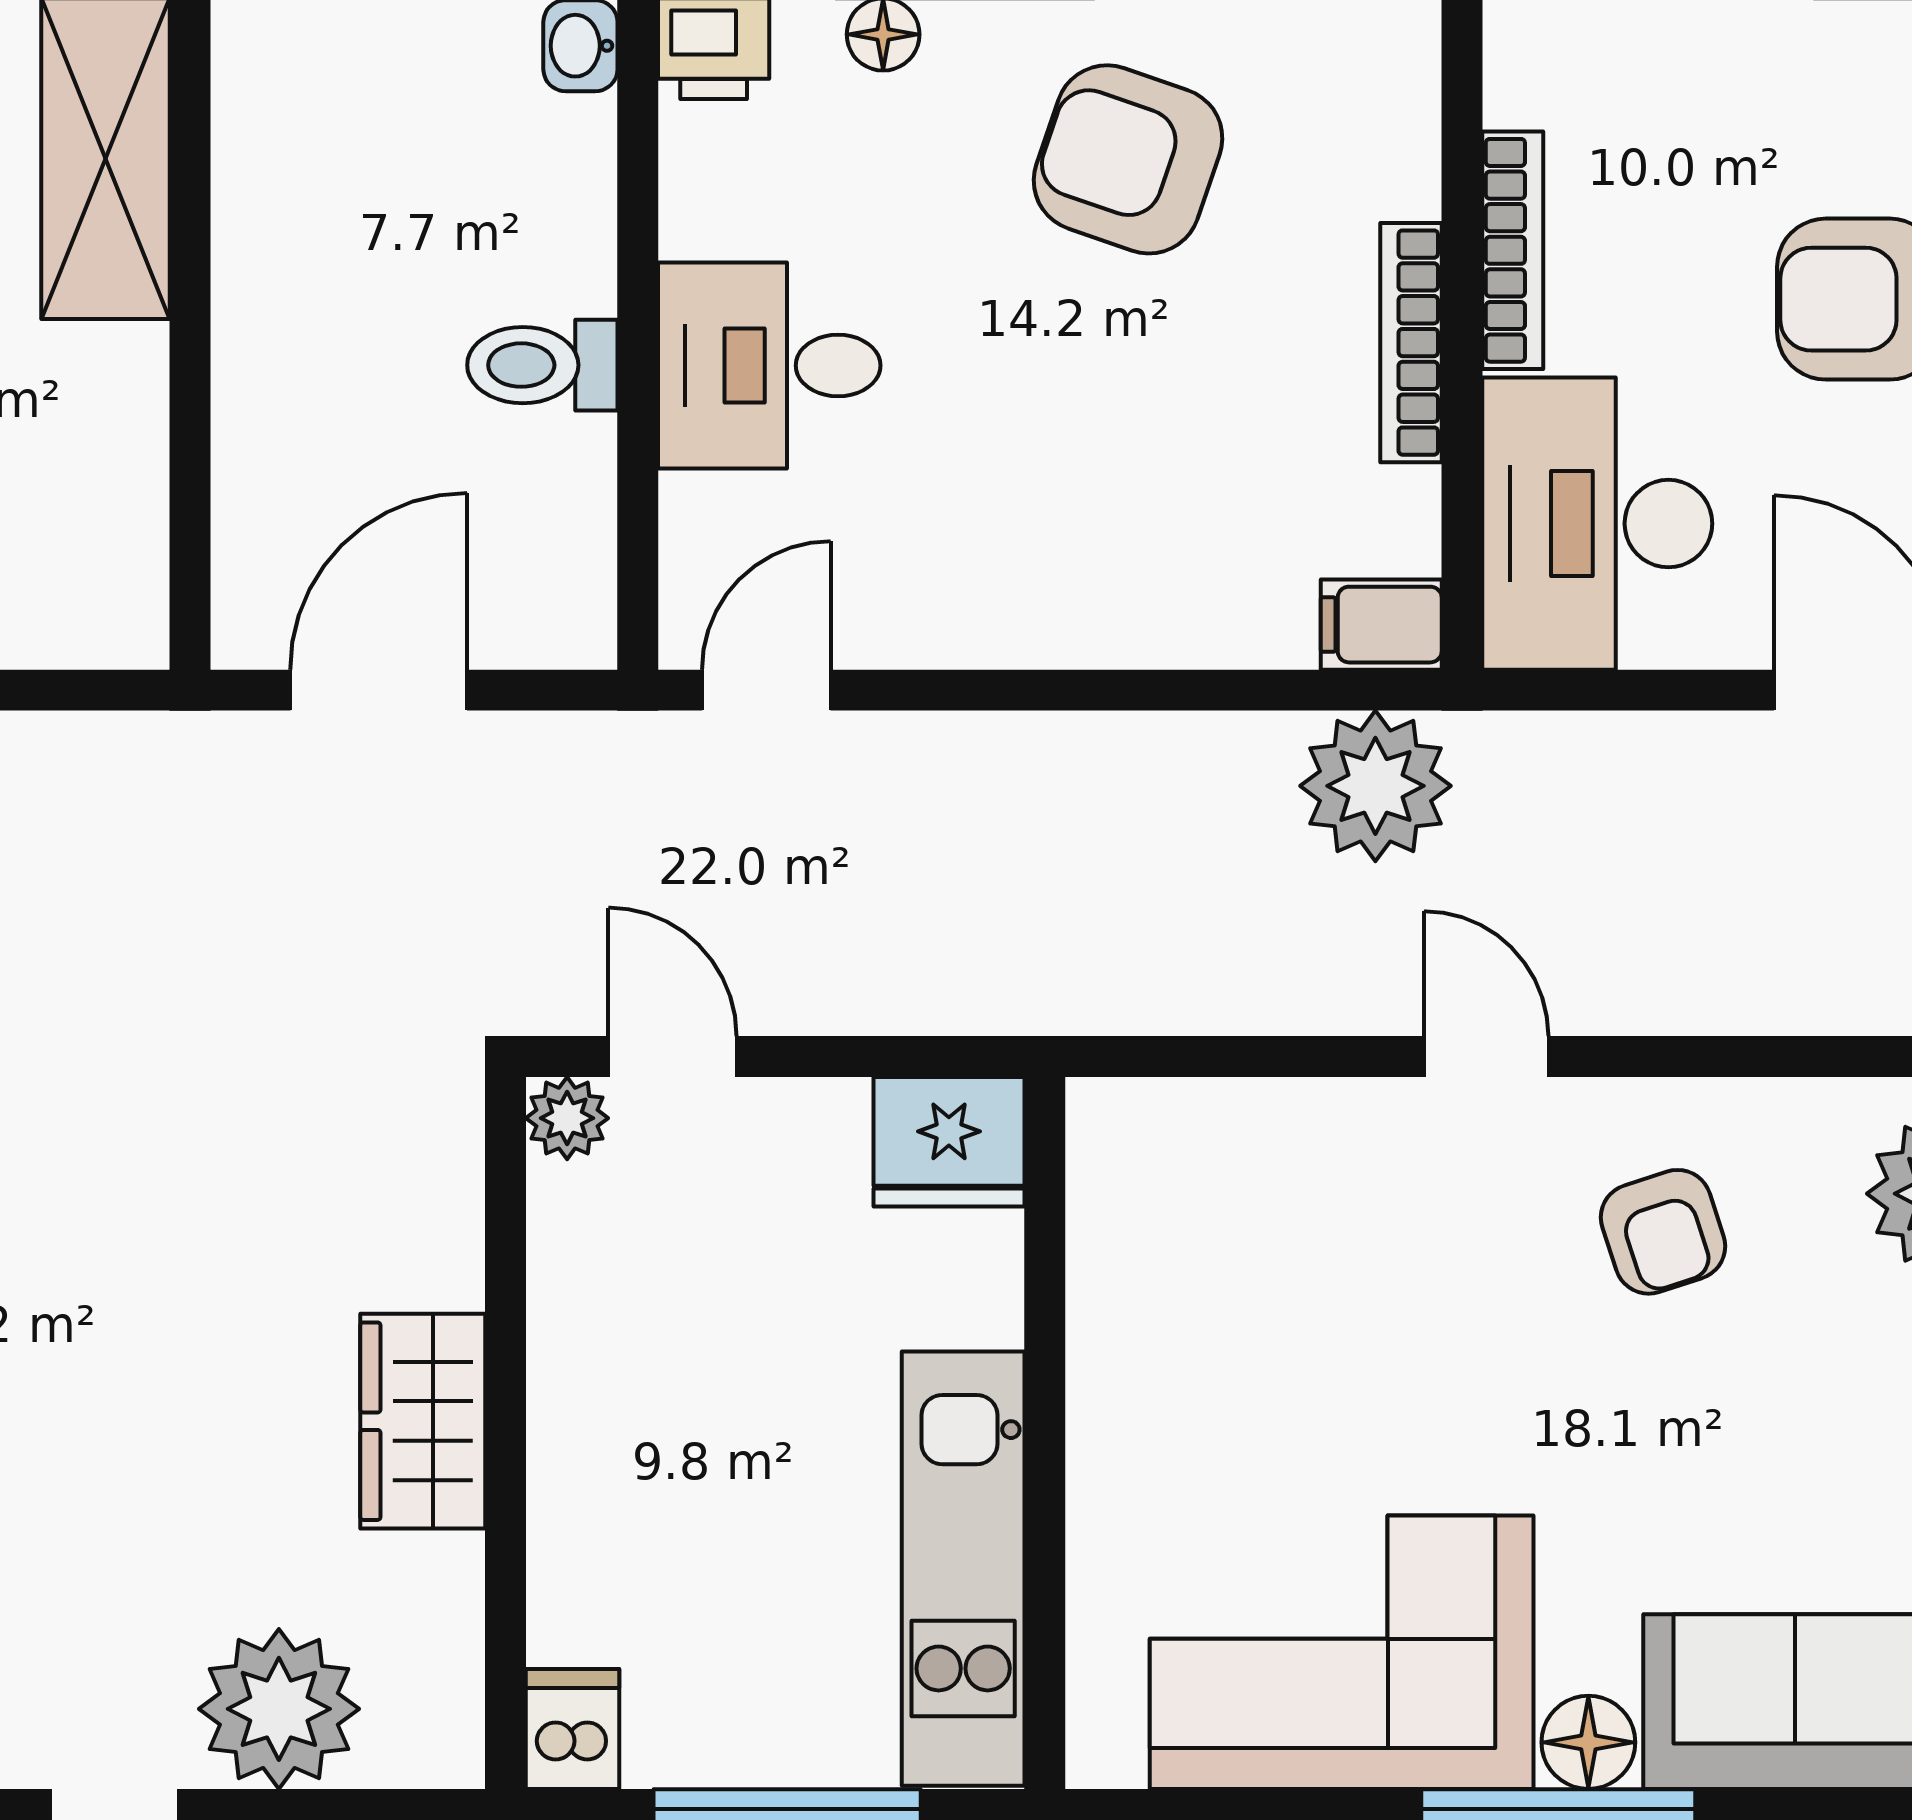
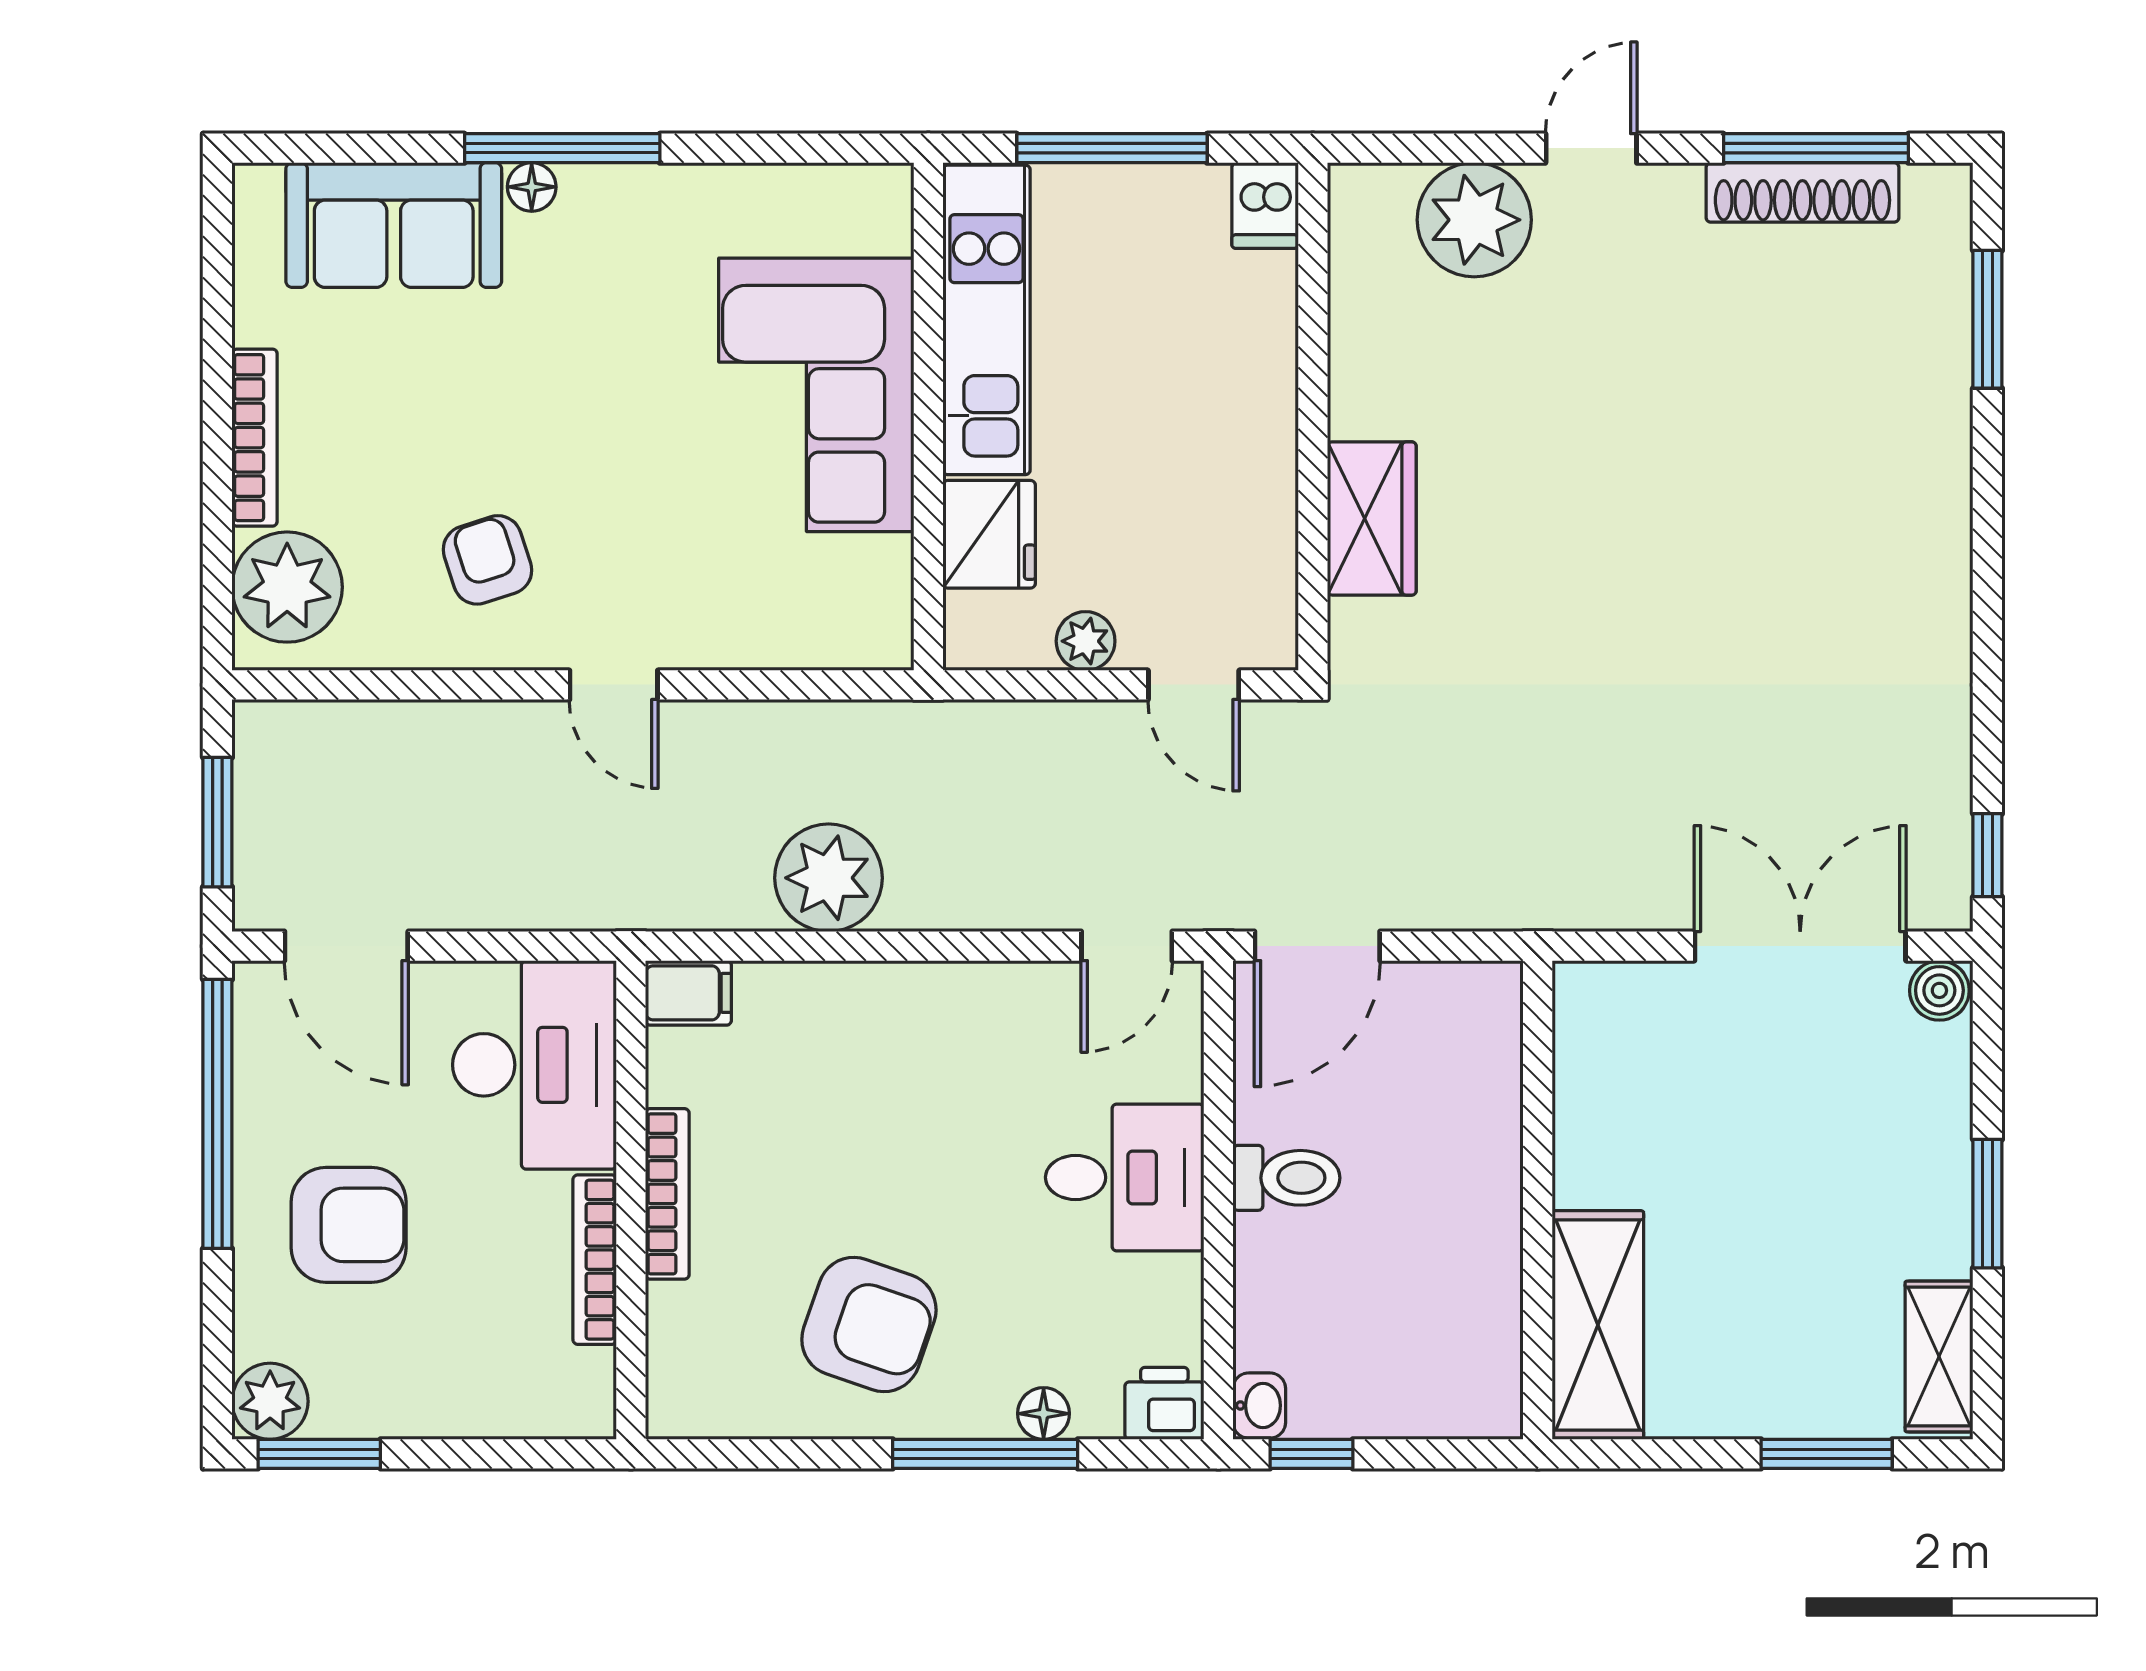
door: (379, 690) -> (1317, 946), moved
plant: (1375, 786) -> (829, 878), moved
plant: (567, 1118) -> (1086, 641), moved
fridge: (949, 1142) -> (989, 534), moved, turned 90
wardrobe: (423, 1421) -> (1372, 518), moved
corner sofa: (1342, 1652) -> (816, 395), moved, turned 90
floor lamp: (1588, 1742) -> (532, 187), width x0.73, depth x0.73

